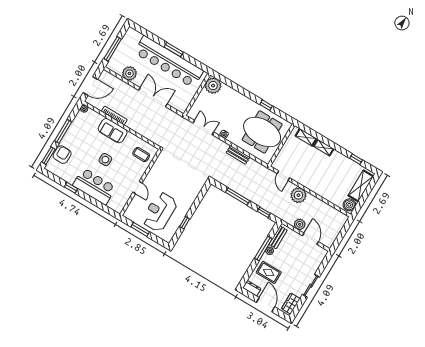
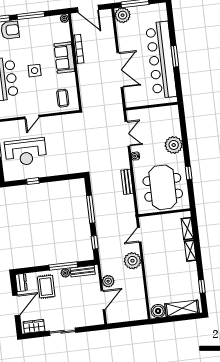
plant: (129, 73) -> (123, 15), moved
plant: (213, 86) -> (174, 145), moved
reception desk: (159, 212) -> (26, 152), turned 180

